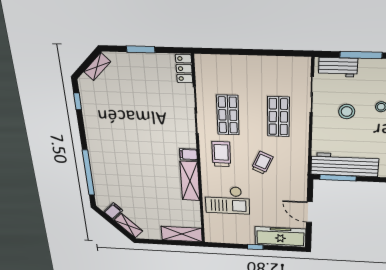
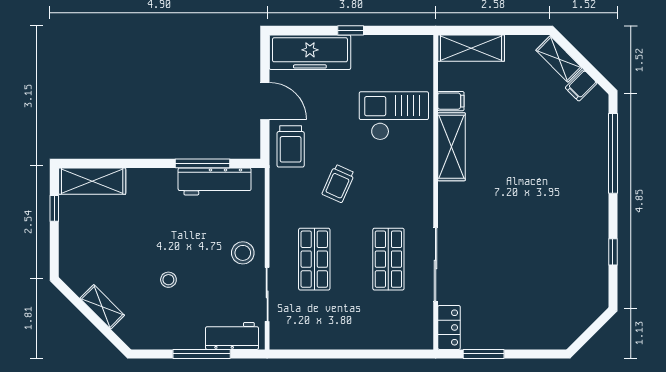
window: (141, 49) -> (484, 354), moved
shelving: (97, 67) -> (576, 327), removed
window: (78, 101) -> (613, 252), moved
stool: (347, 112) -> (243, 253), moved
trolley: (221, 154) -> (291, 146), moved
filing cabinet: (189, 155) -> (451, 101), moved
workbench: (345, 165) -> (215, 181), width x0.73, depth x0.76
window: (338, 178) -> (202, 163), moved

